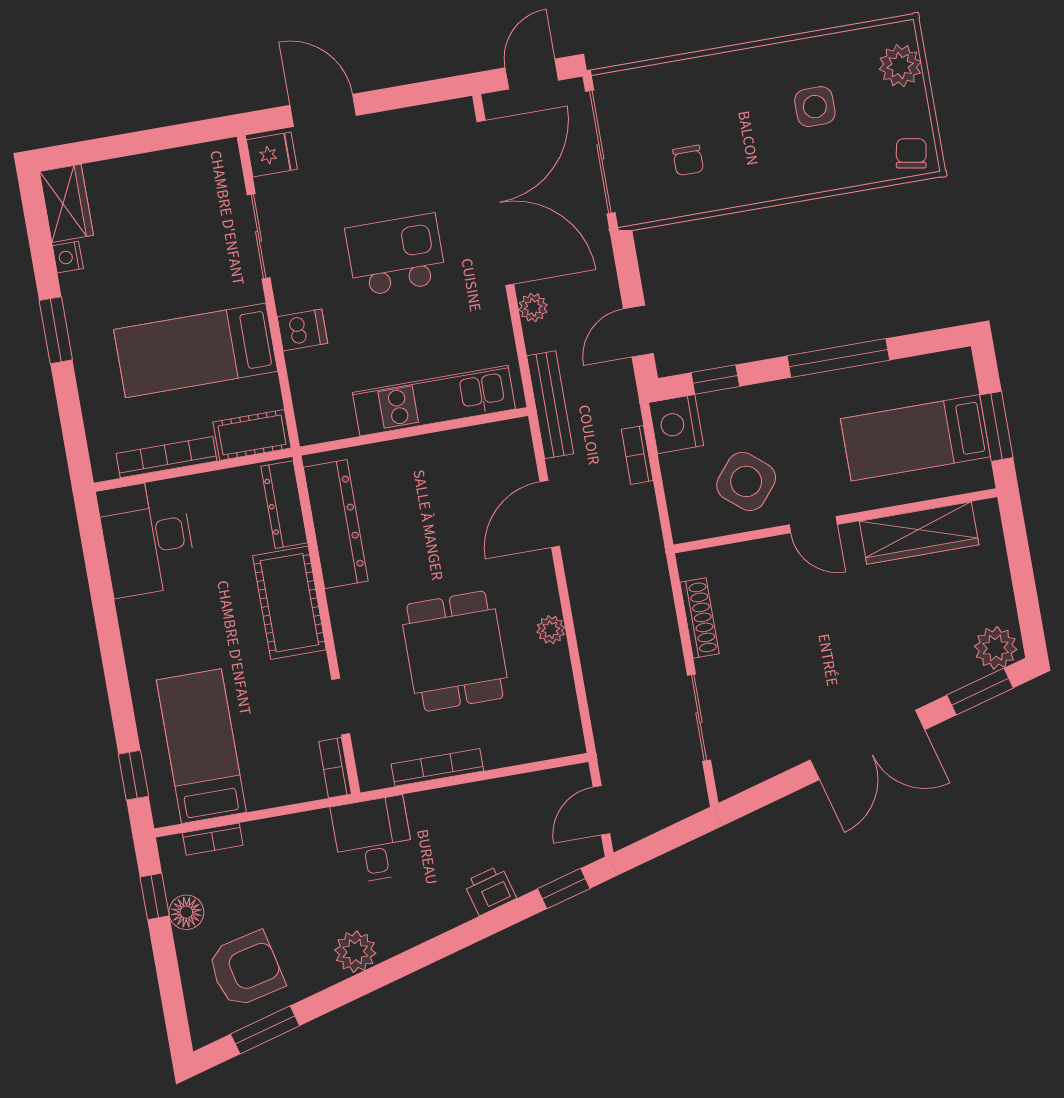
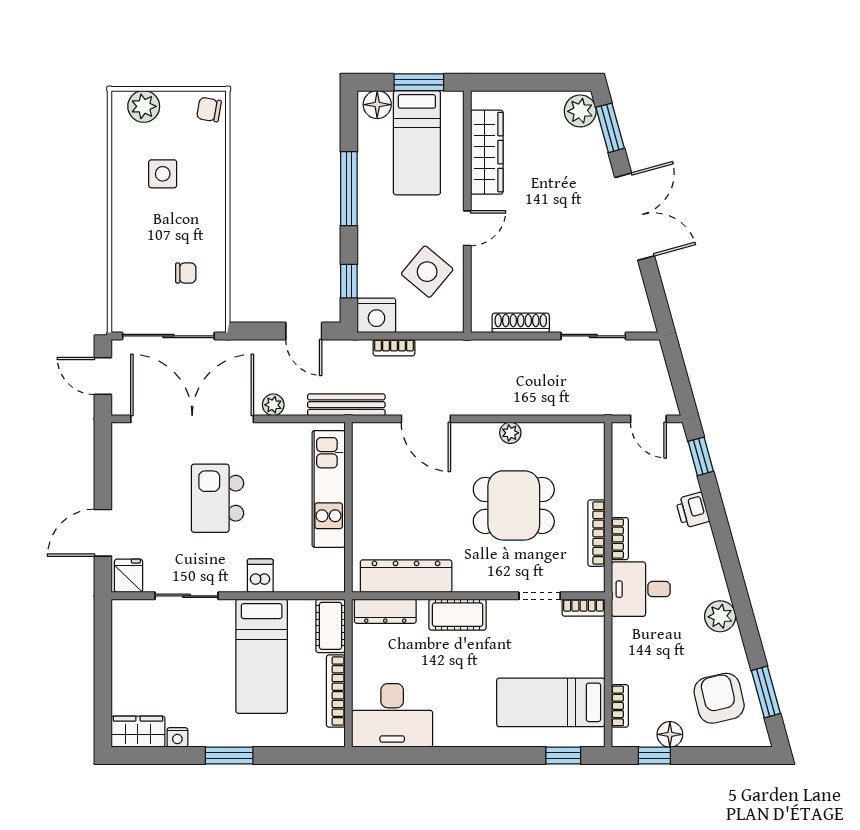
floor lamp: (957, 376) -> (377, 105), added
cot: (289, 603) -> (458, 615), width x0.73, depth x0.75
bookcase: (435, 800) -> (620, 539), added

